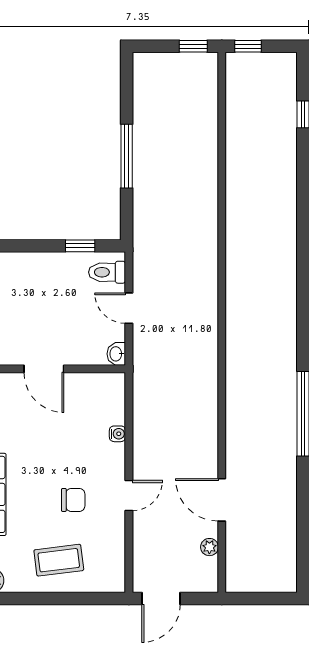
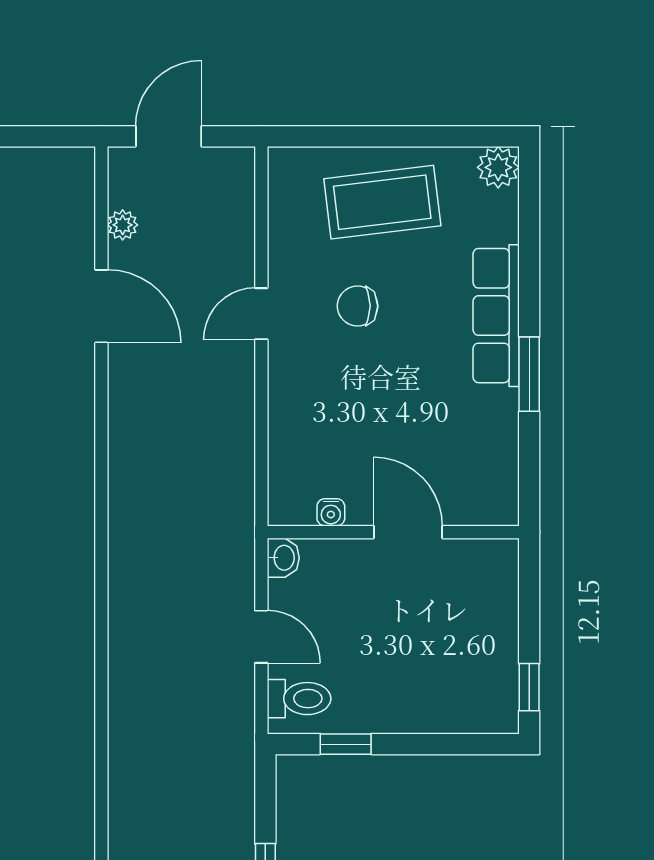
water cooler: (117, 434) -> (331, 512), moved, turned -90
coffee table: (59, 560) -> (382, 202), width x1.36, depth x1.32
door: (161, 598) -> (169, 136), moved

